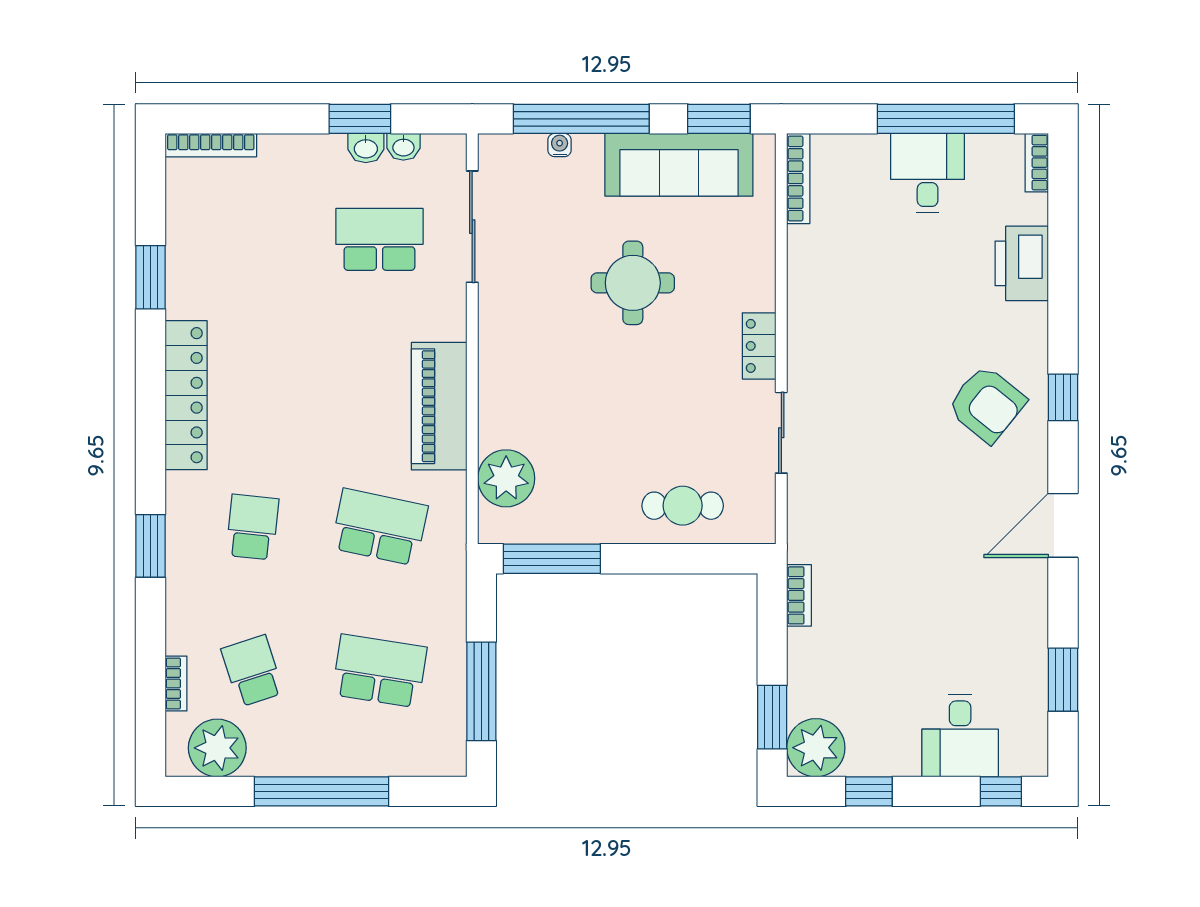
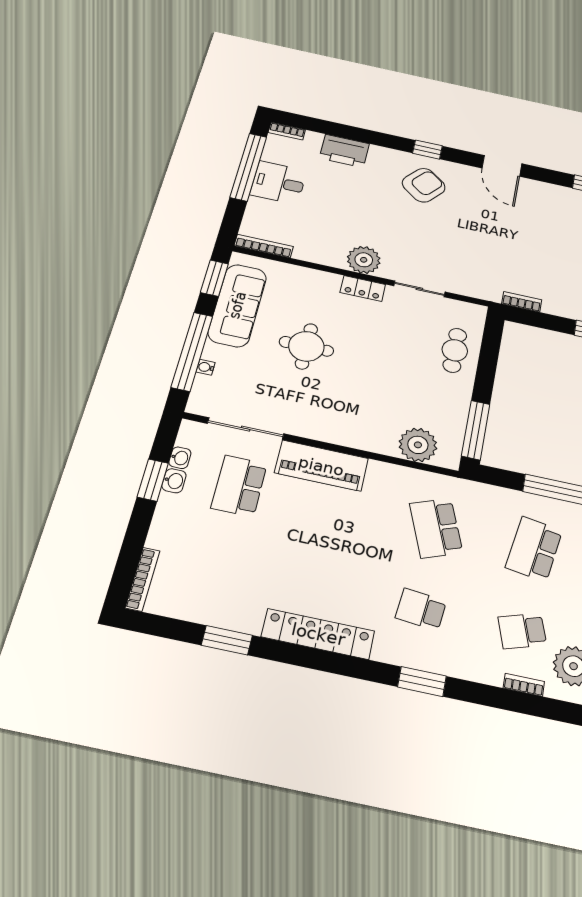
plant: (813, 337) -> (364, 260), added
piano: (439, 406) -> (321, 466), moved
school desk: (379, 527) -> (436, 528), turned -33

